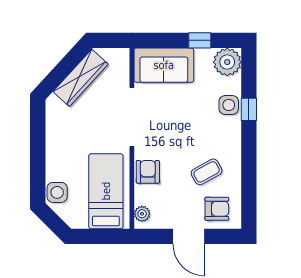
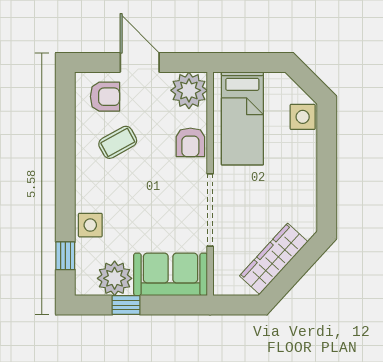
plant: (227, 62) -> (115, 278), moved
window: (249, 109) -> (65, 256), moved
armchair: (217, 209) -> (105, 97), turned 180
plant: (142, 214) -> (189, 90), width x1.88, depth x1.88

